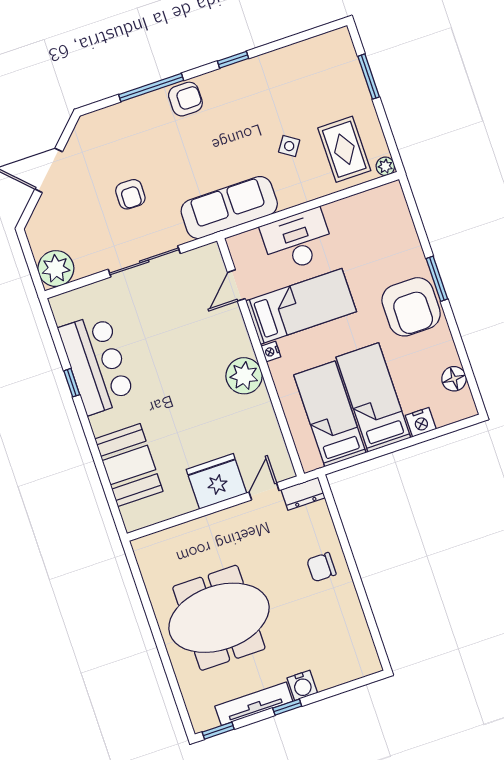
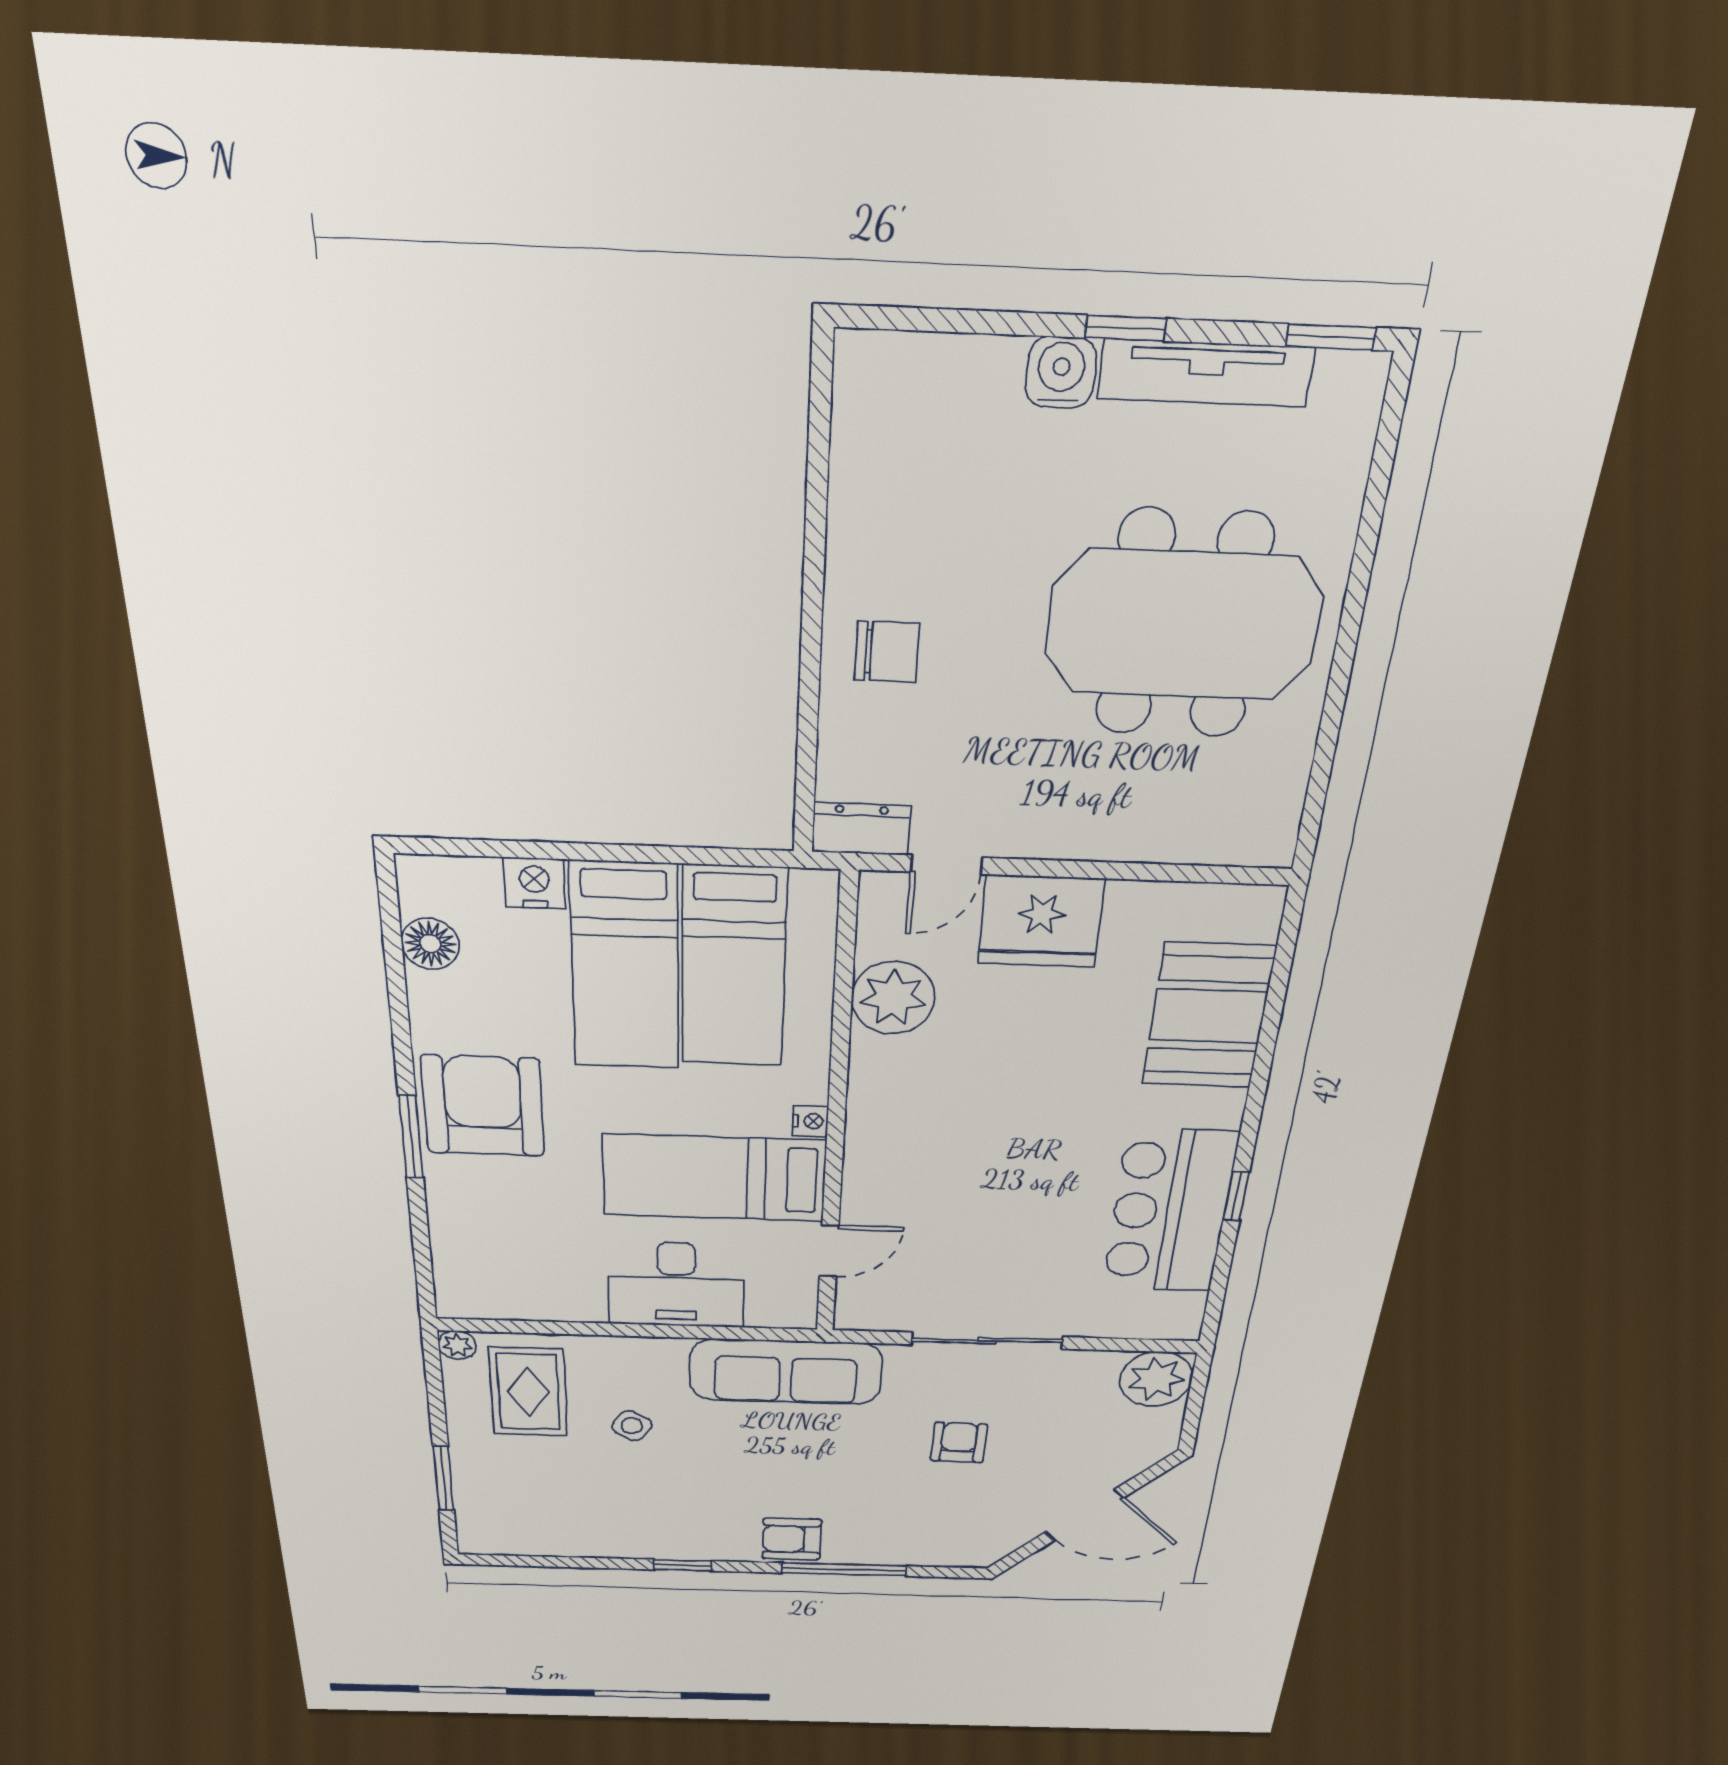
plant: (244, 376) -> (893, 998), moved

